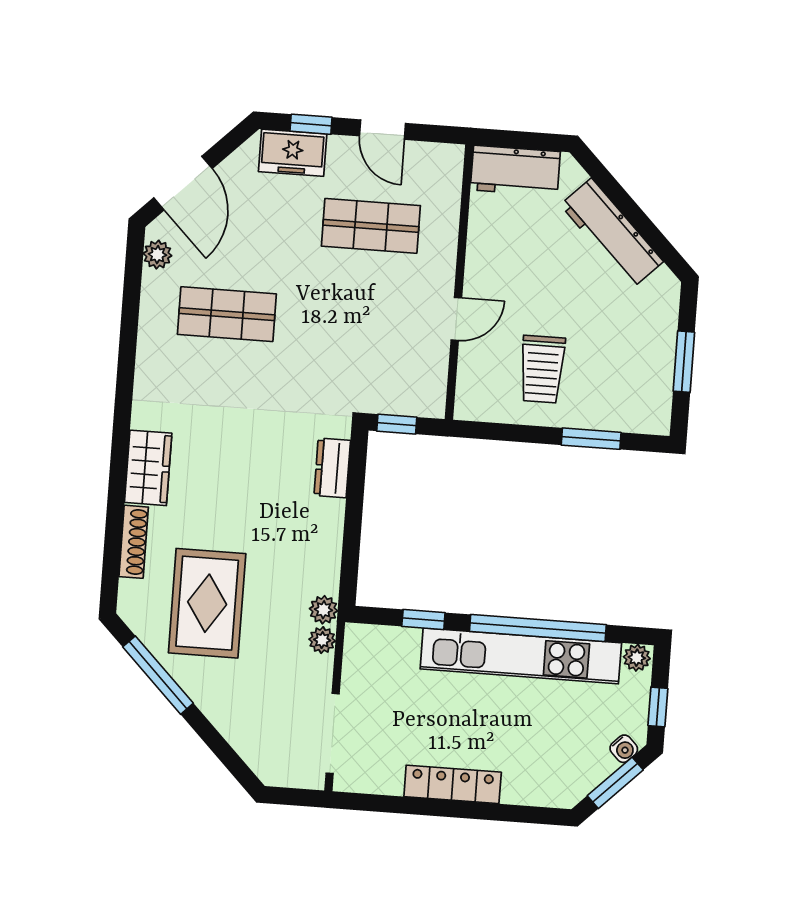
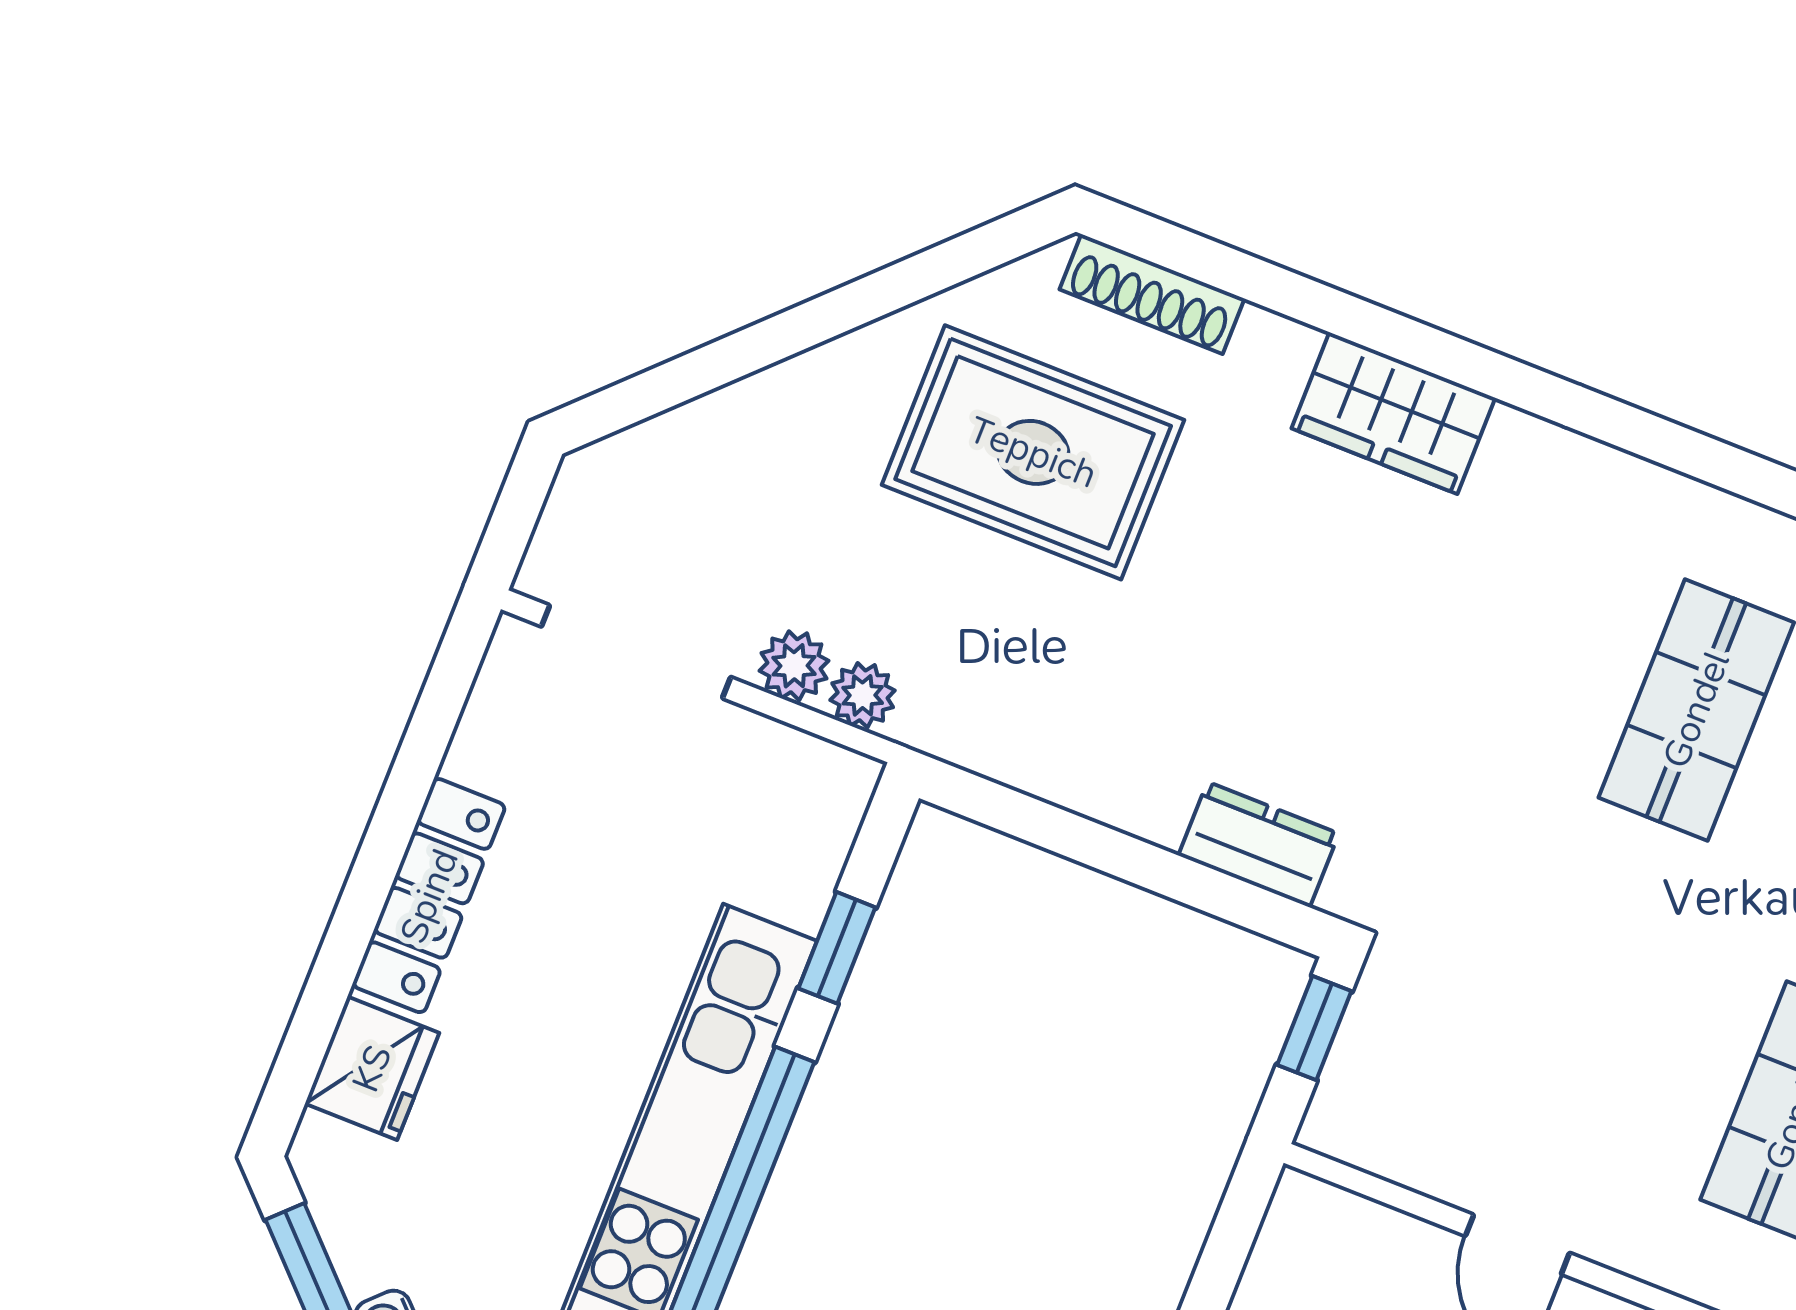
shoe rack: (134, 542) -> (1152, 294), moved
plant: (324, 610) -> (794, 666), moved
window: (158, 675) -> (900, 285), removed
fridge: (527, 786) -> (372, 1068), added

